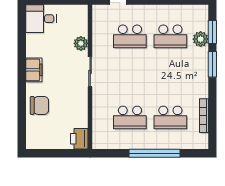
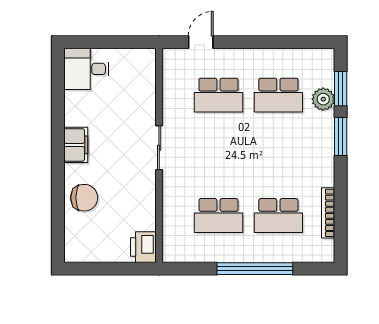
plant: (81, 43) -> (146, 106), removed

